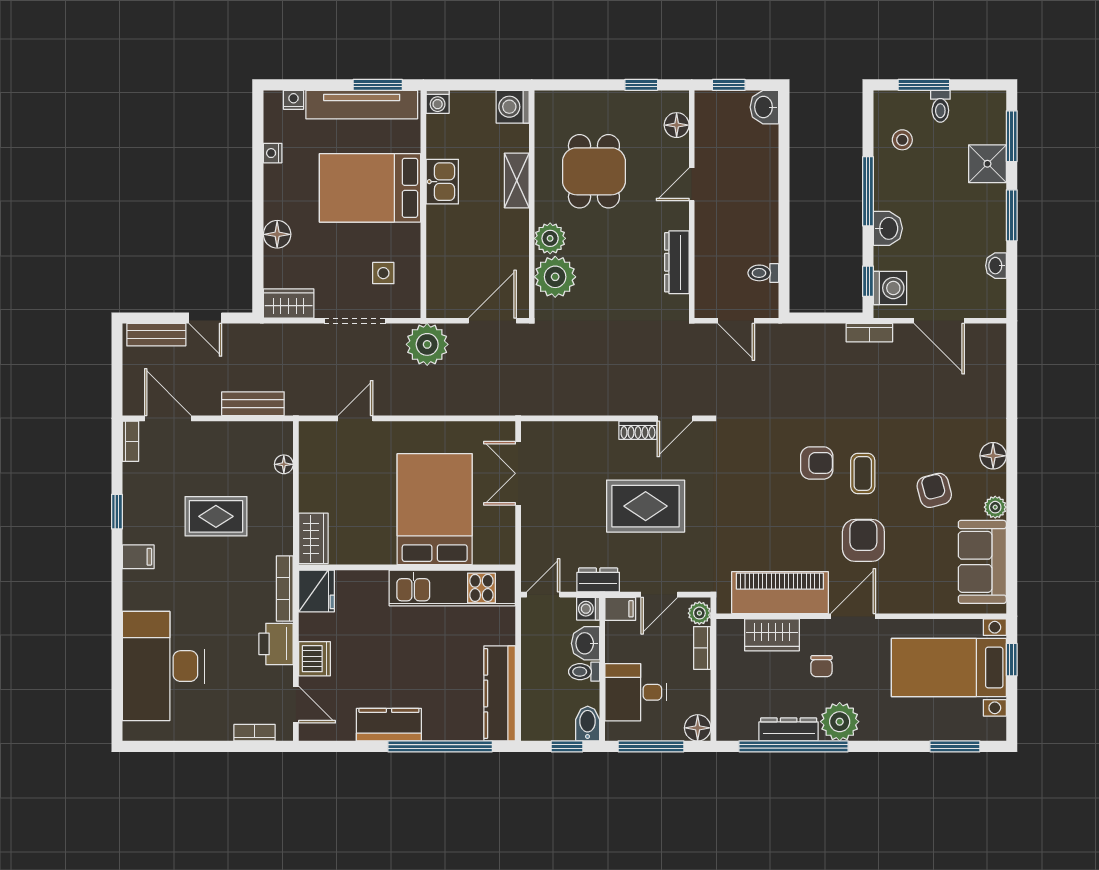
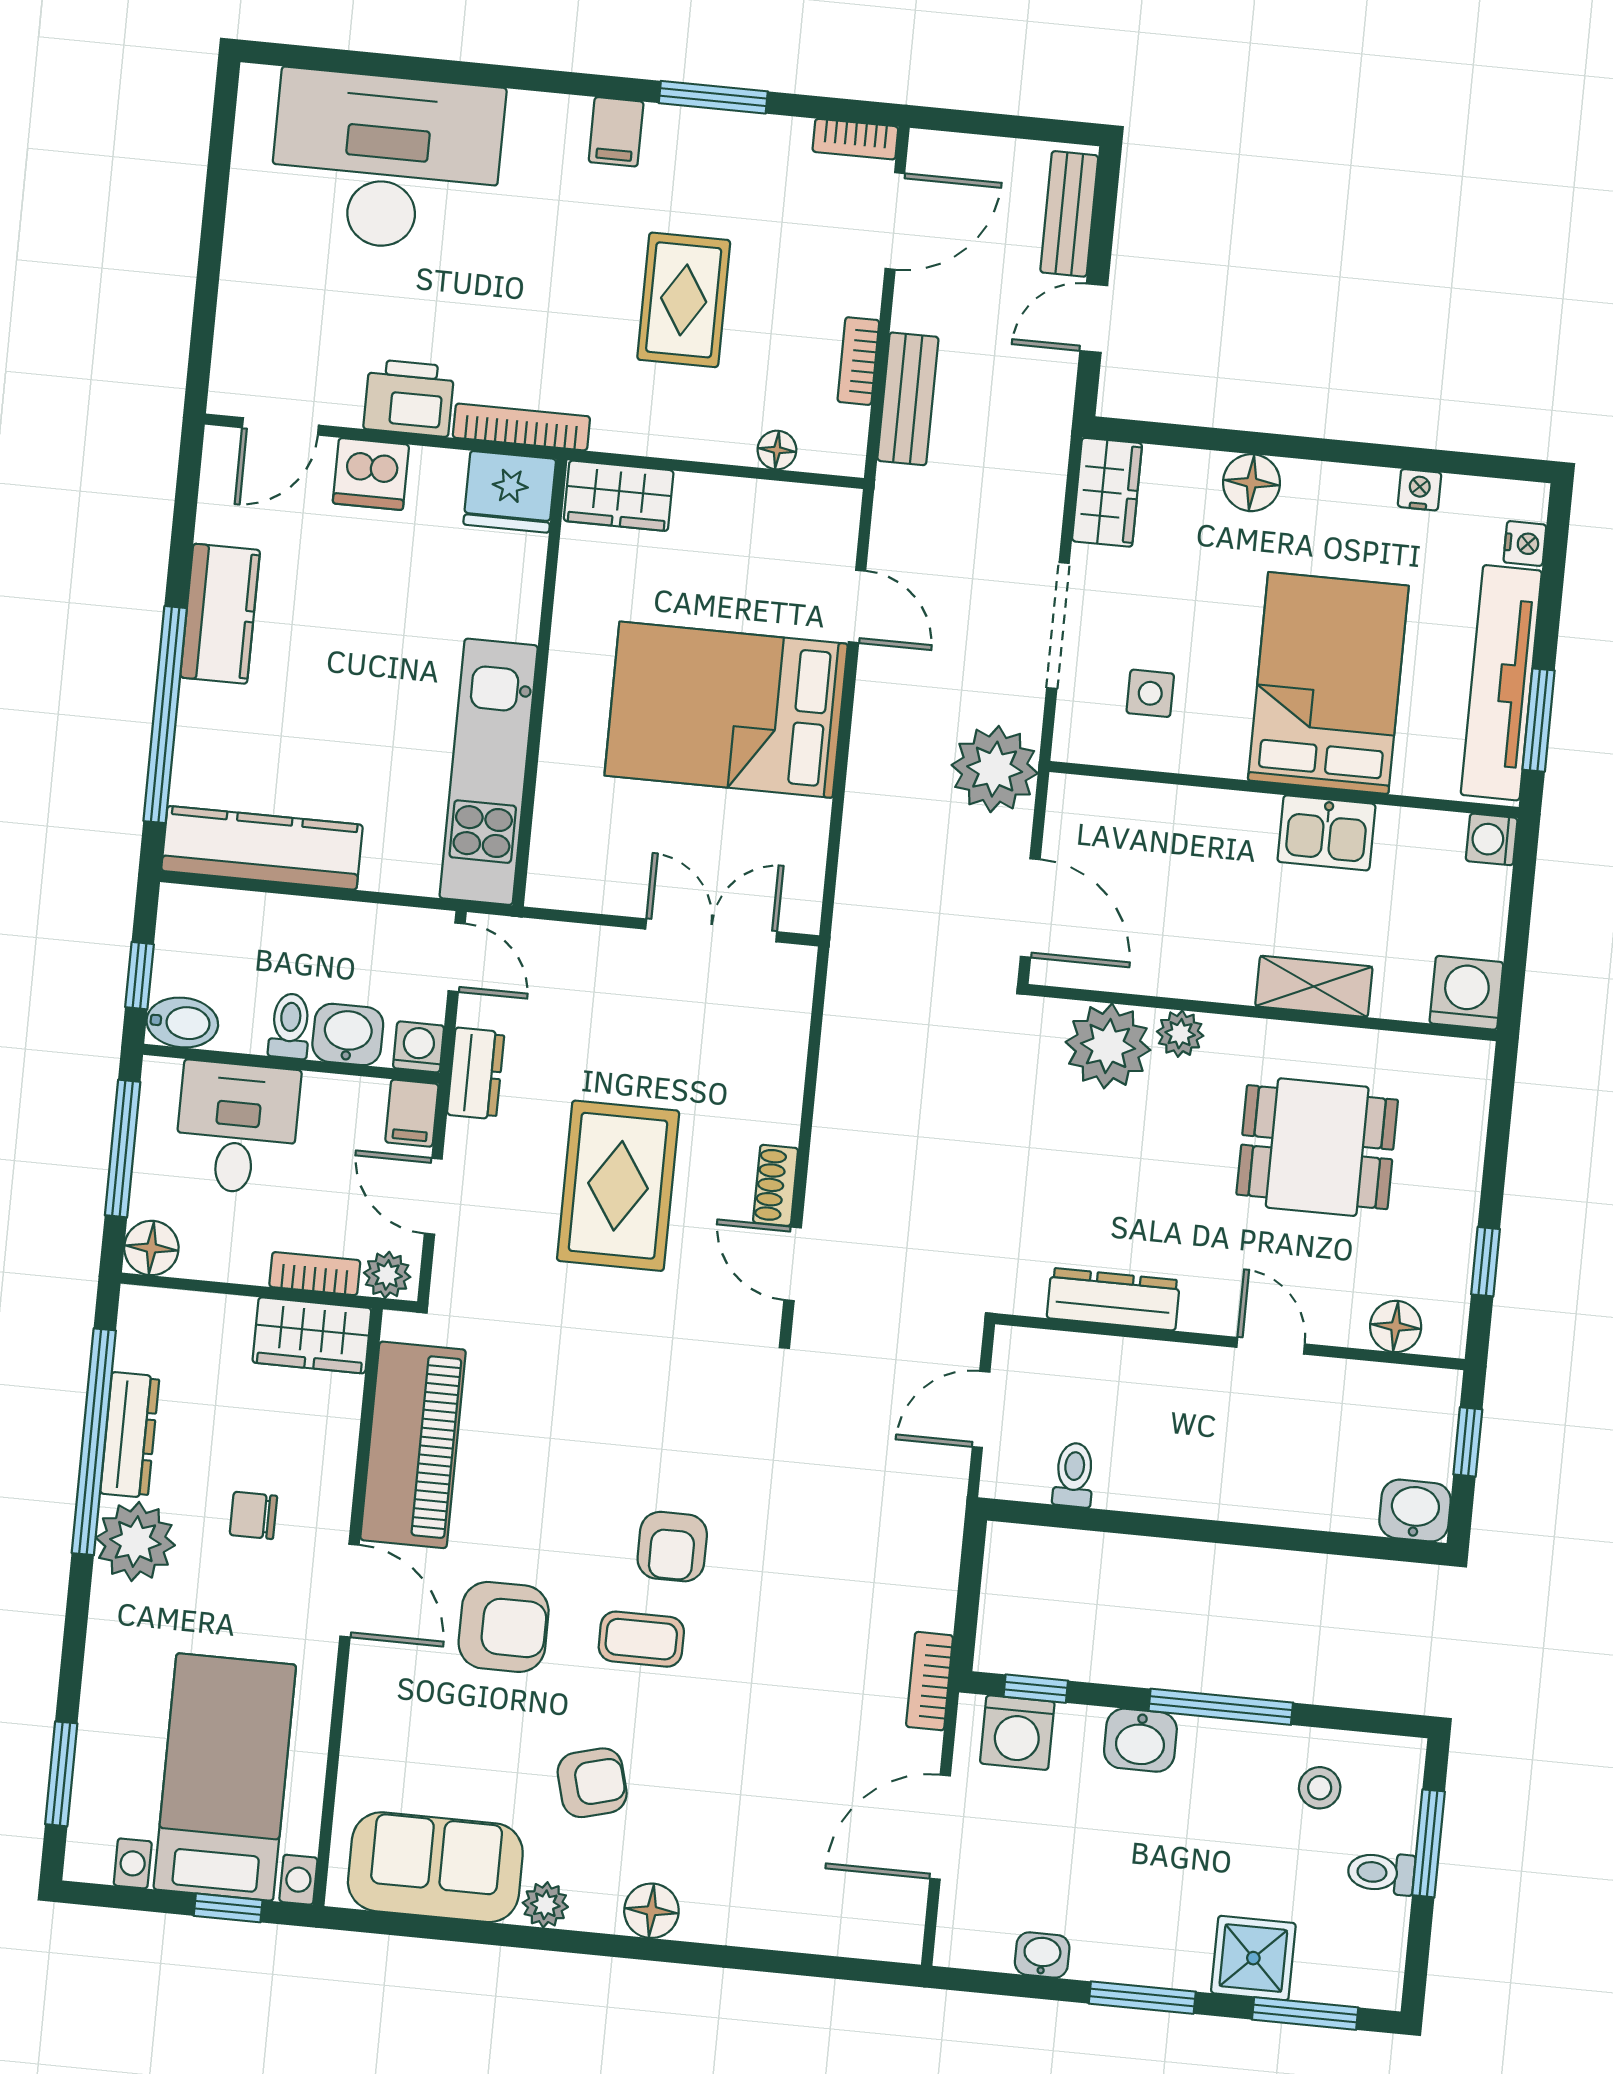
plant: (550, 238) -> (1180, 1034), width x0.73, depth x0.73
bed: (435, 509) -> (726, 710), moved, turned 180
window: (117, 512) -> (713, 97), width x1.50
wardrobe: (772, 635) -> (312, 1335), moved, turned -90
bookcase: (255, 733) -> (858, 361), moved, turned 180

